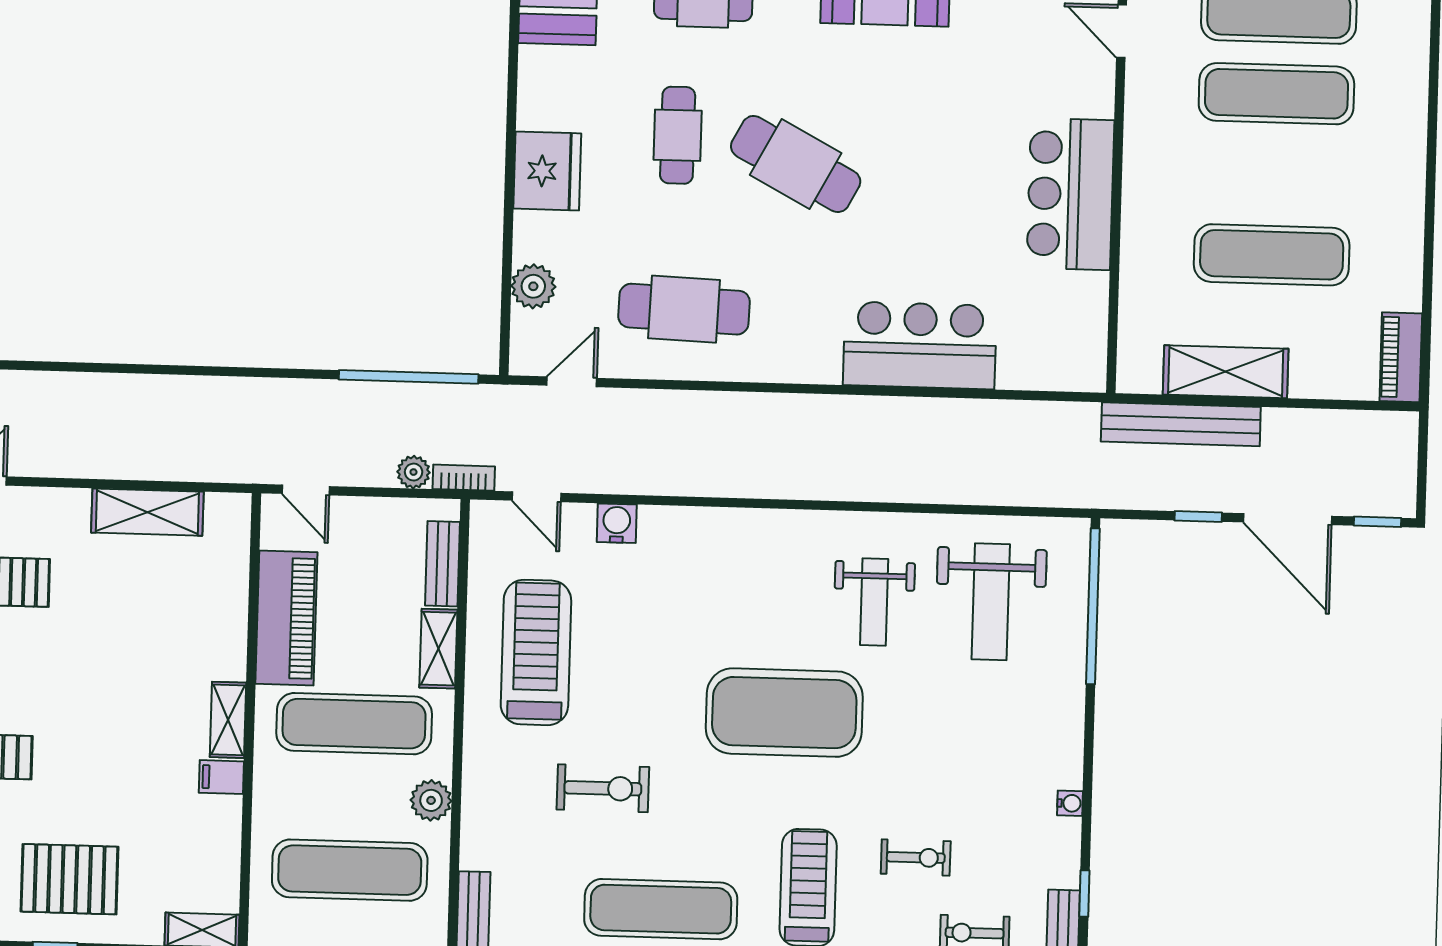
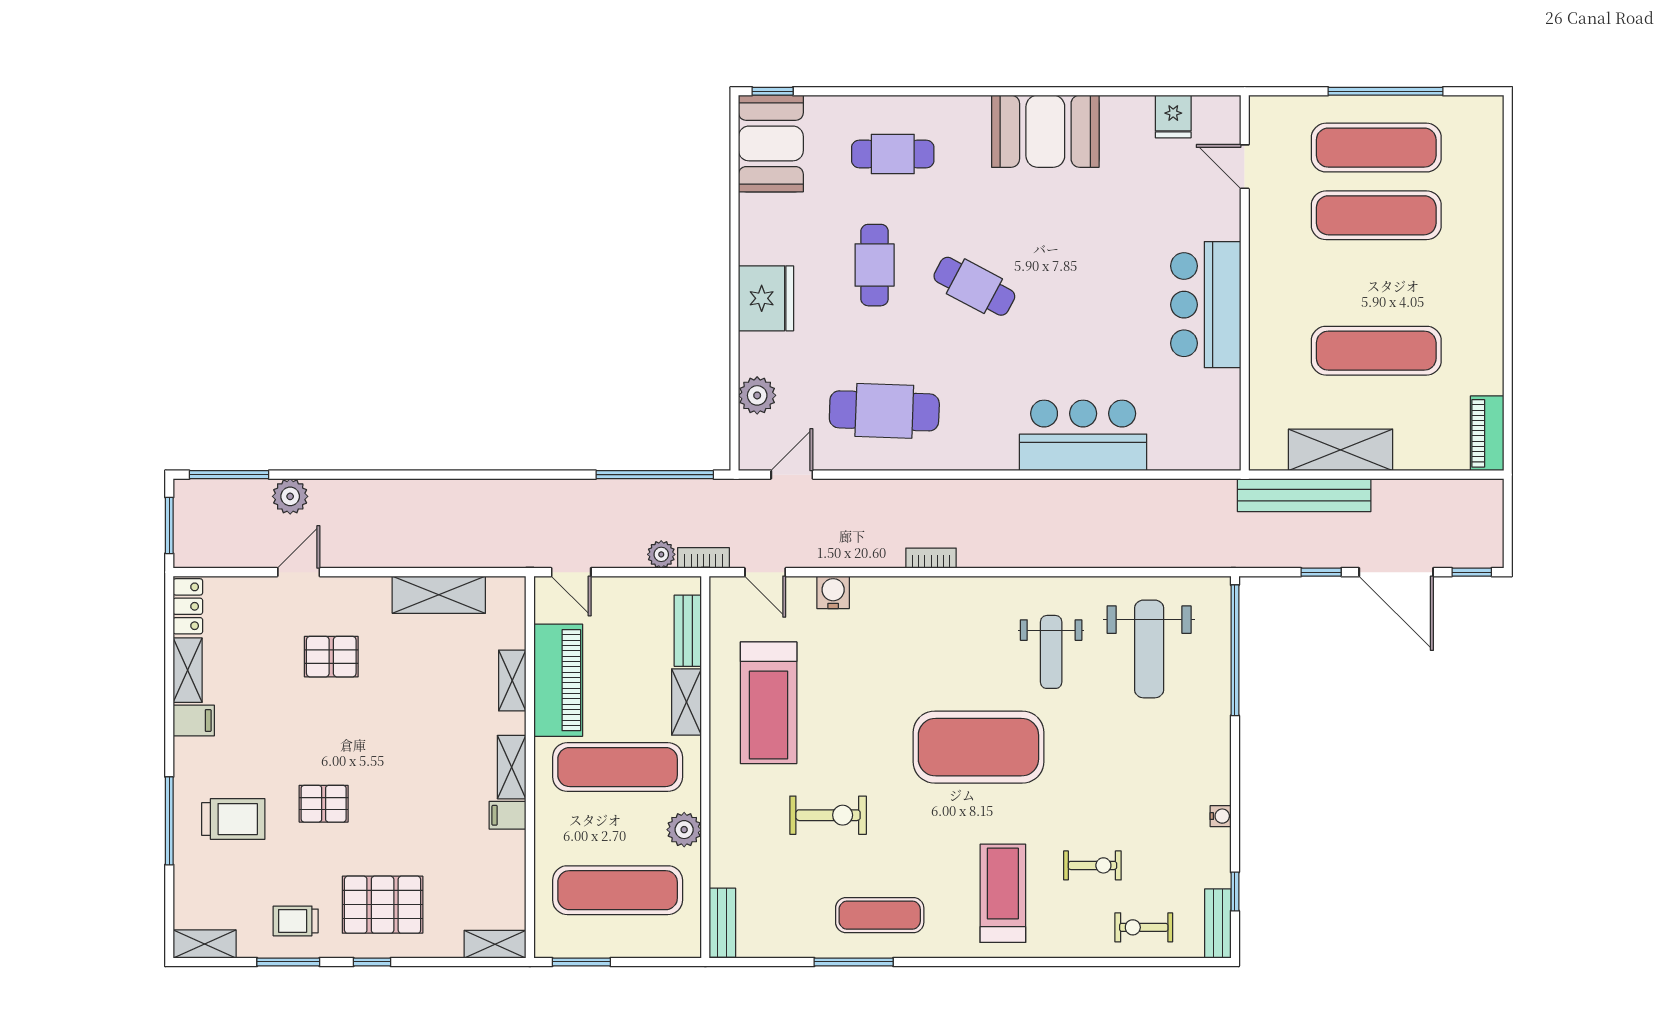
cafe table: (796, 164) -> (974, 286), width x0.73, depth x0.74
bookcase: (734, 486) -> (931, 558), added
shelving: (232, 617) -> (512, 681), added
treadmill: (536, 652) -> (769, 703), turned 180
exercise mat: (661, 909) -> (880, 915), width x0.73, depth x0.69

